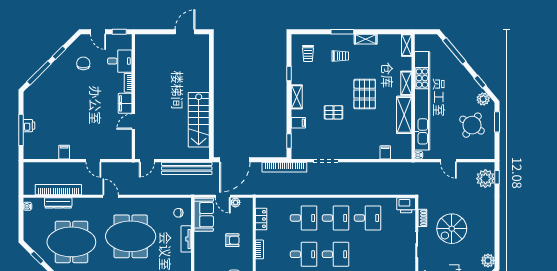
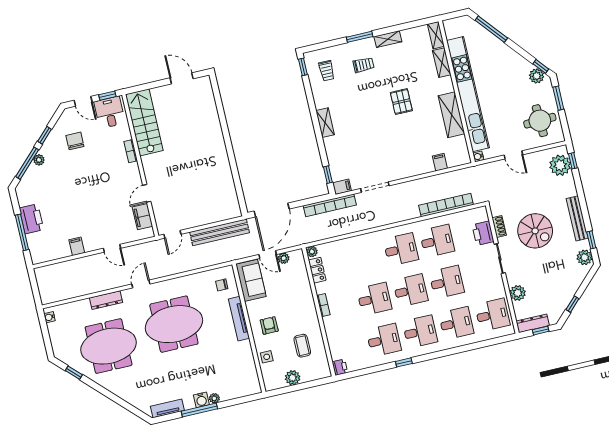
door: (185, 32) -> (182, 78), hinge flipped
desk: (120, 61) -> (110, 112), moved, turned -90
plant: (49, 72) -> (39, 160), added
window: (289, 74) -> (303, 67), moved
window: (480, 82) -> (541, 66), moved
shelving: (406, 83) -> (442, 63), moved
pallet: (365, 94) -> (401, 102), width x0.67, depth x0.71
filing cabinet: (125, 103) -> (142, 217), moved
pallet: (334, 112) -> (371, 130), removed
stairs: (199, 120) -> (144, 122), moved, turned 180
filing cabinet: (298, 123) -> (342, 187), moved
round table: (472, 125) -> (540, 121), moved, turned -35
printer: (29, 126) -> (31, 219), width x1.87, depth x1.48
bookcase: (58, 190) -> (446, 205), moved
door: (111, 196) -> (141, 284), hinge flipped
plant: (260, 202) -> (312, 252), added
dresser: (58, 203) -> (106, 300), moved
printer: (406, 205) -> (483, 233), moved, turned 90
desk: (303, 218) -> (447, 282), moved
bench: (489, 226) -> (577, 218), added
spiral stairs: (452, 229) -> (535, 231), turned -90
tv unit: (186, 239) -> (239, 319), width x1.41
armchair: (232, 240) -> (269, 326), moved, turned -90
window: (497, 247) -> (591, 240), added

